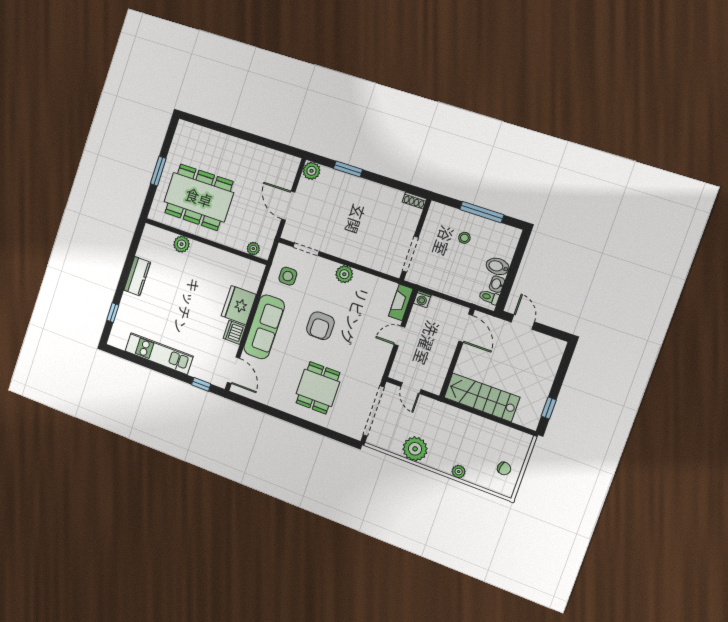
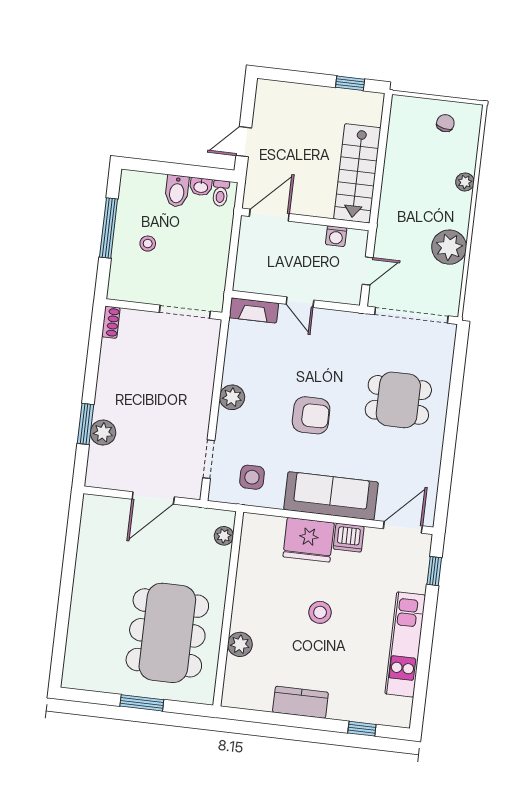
plant: (311, 171) -> (103, 433), moved
washing machine: (422, 299) -> (336, 236), moved, turned 90
stool: (191, 302) -> (320, 612), added

